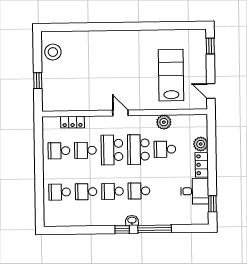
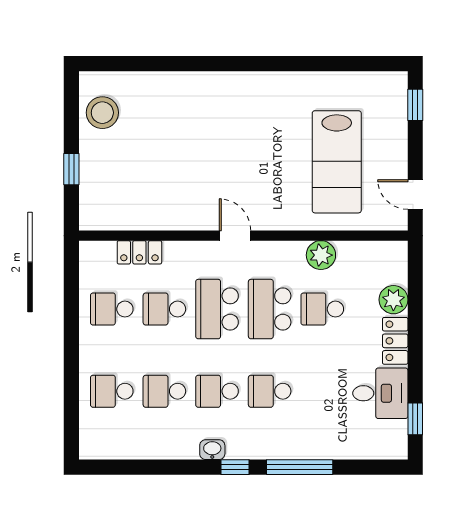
lab bench: (171, 75) -> (337, 162), turned 180
washbasin: (132, 220) -> (212, 450), moved

